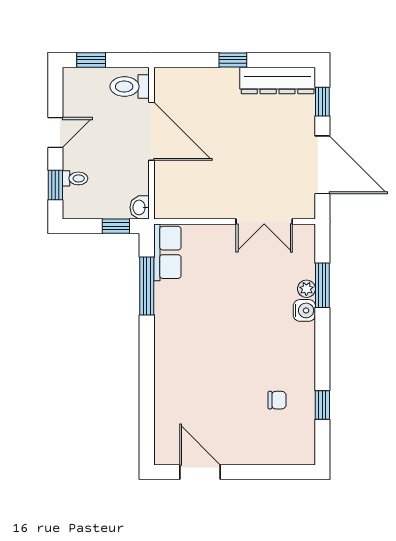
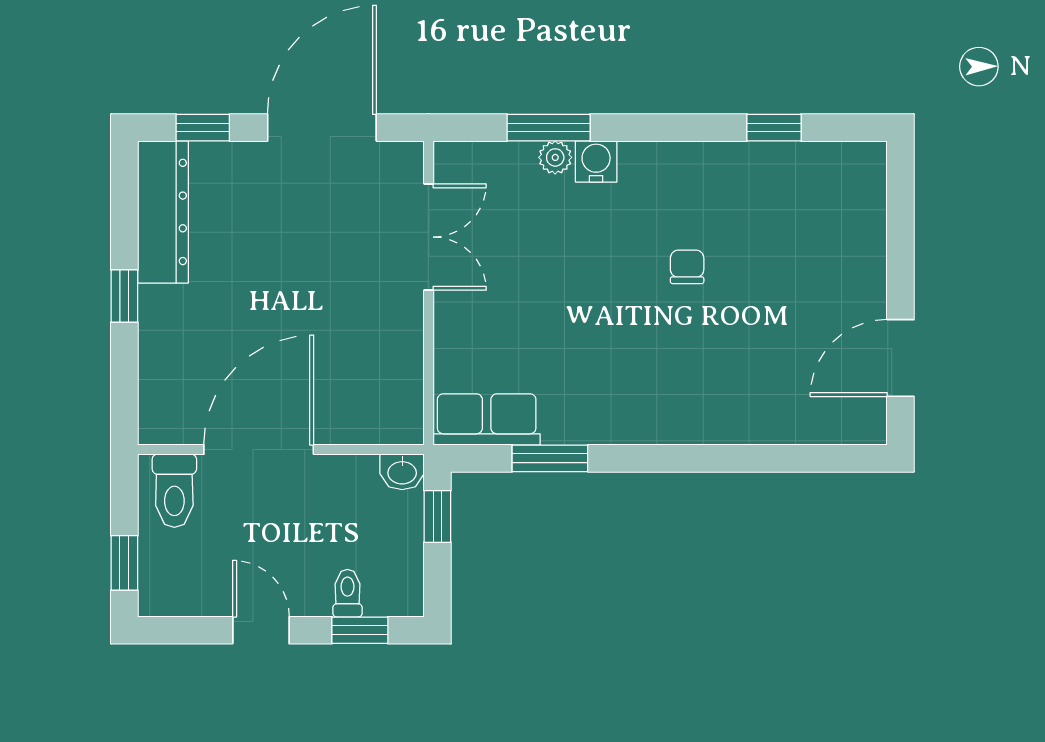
window: (147, 286) -> (550, 458), width x0.69
chair: (277, 400) -> (687, 267), moved

